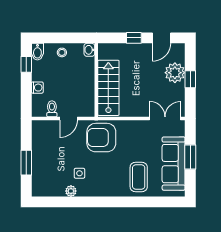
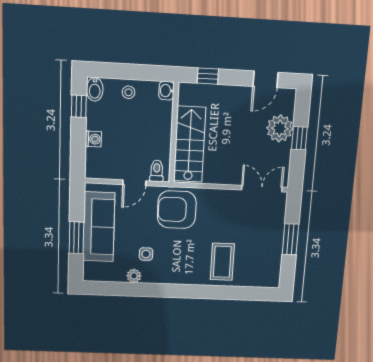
window: (134, 38) -> (208, 76), moved
toilet: (52, 109) -> (157, 171), moved
sofa: (174, 164) -> (99, 227), moved, turned 180

